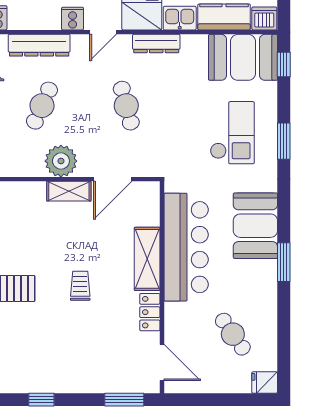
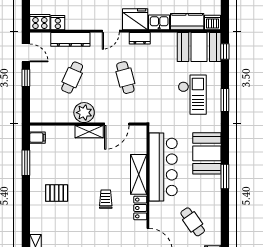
cooker: (73, 19) -> (58, 23), moved
dresser: (156, 43) -> (140, 38), width x0.70
trolley: (80, 286) -> (106, 199), moved

